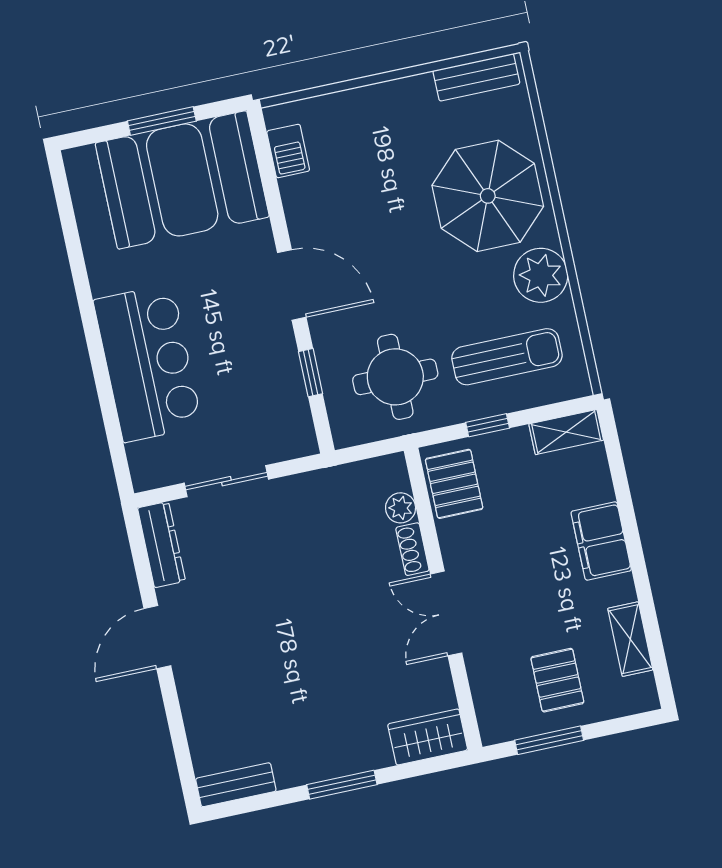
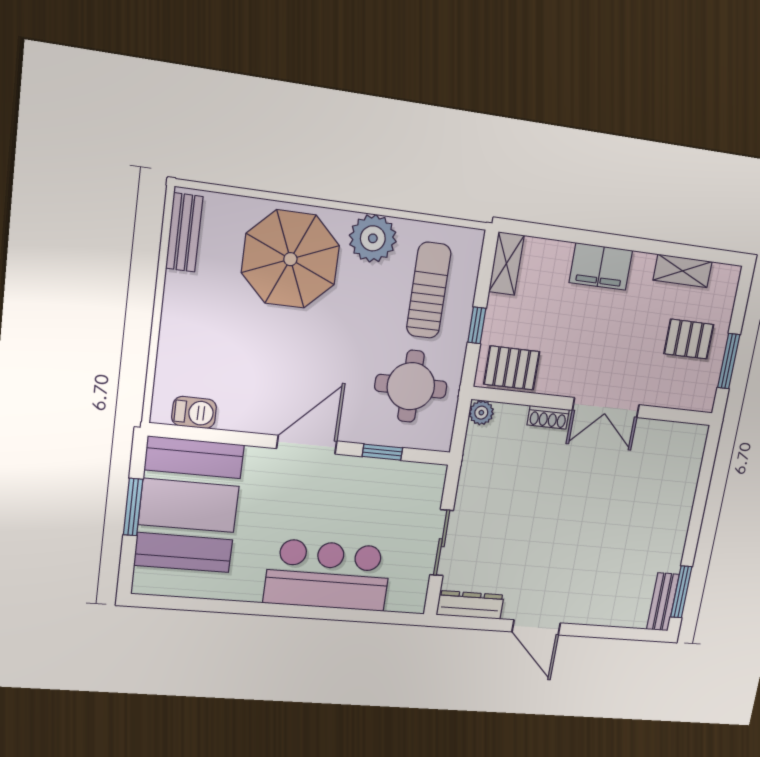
plant: (401, 508) -> (481, 413), moved
wardrobe: (428, 737) -> (688, 452), removed
window: (342, 785) -> (681, 592), moved

